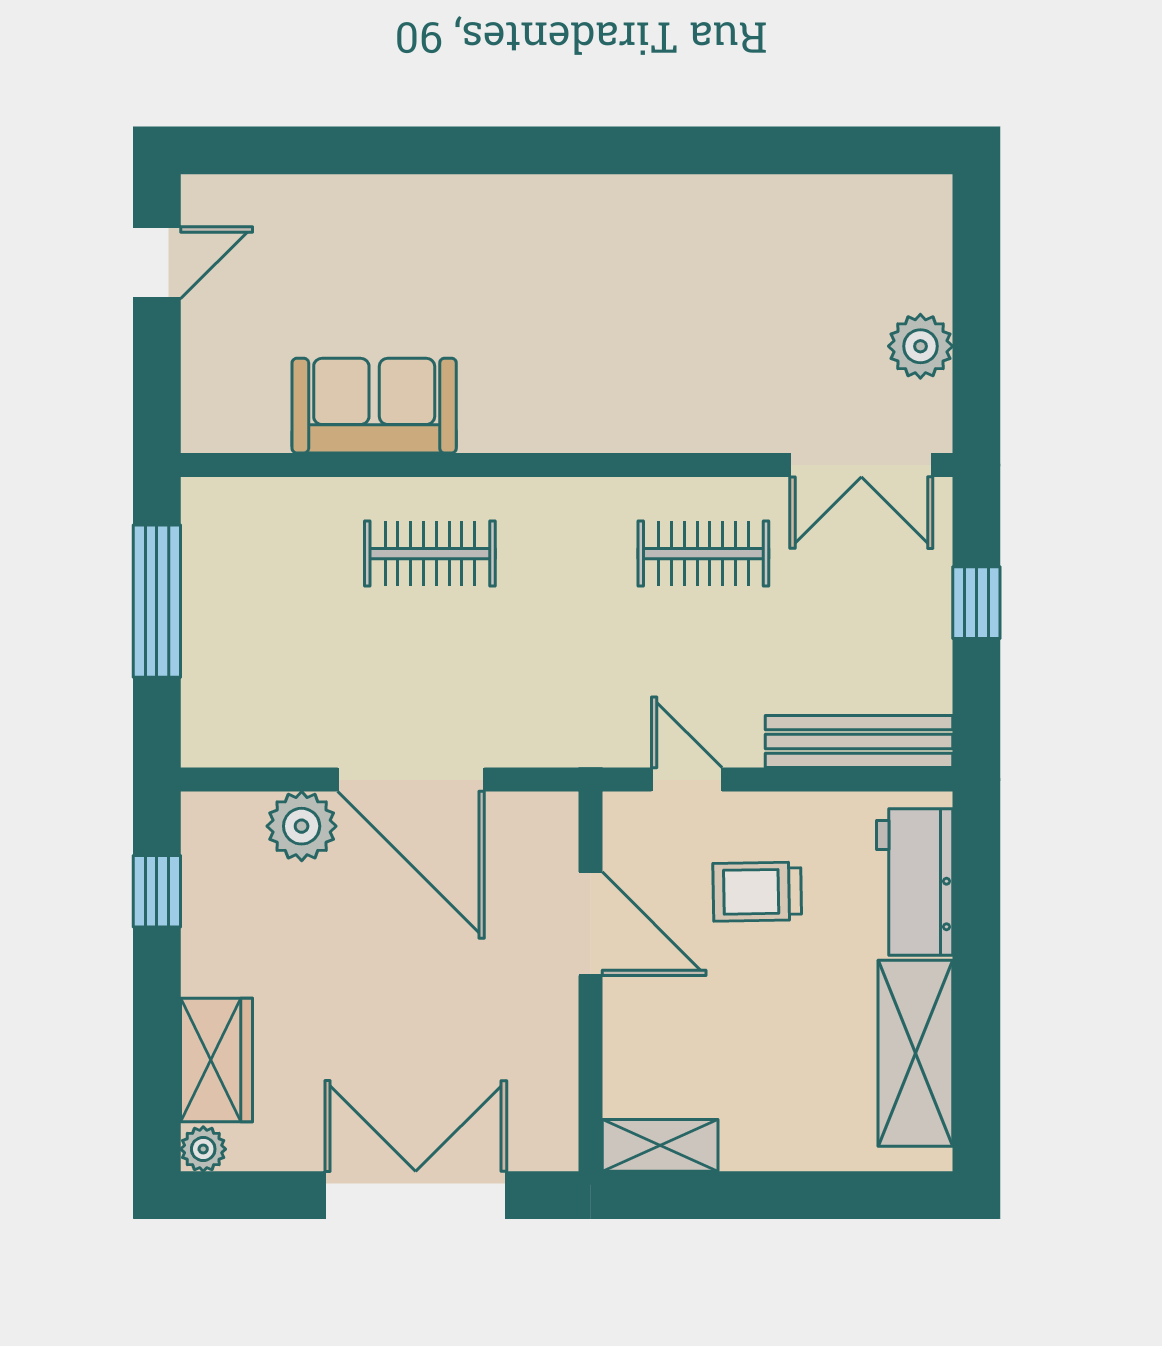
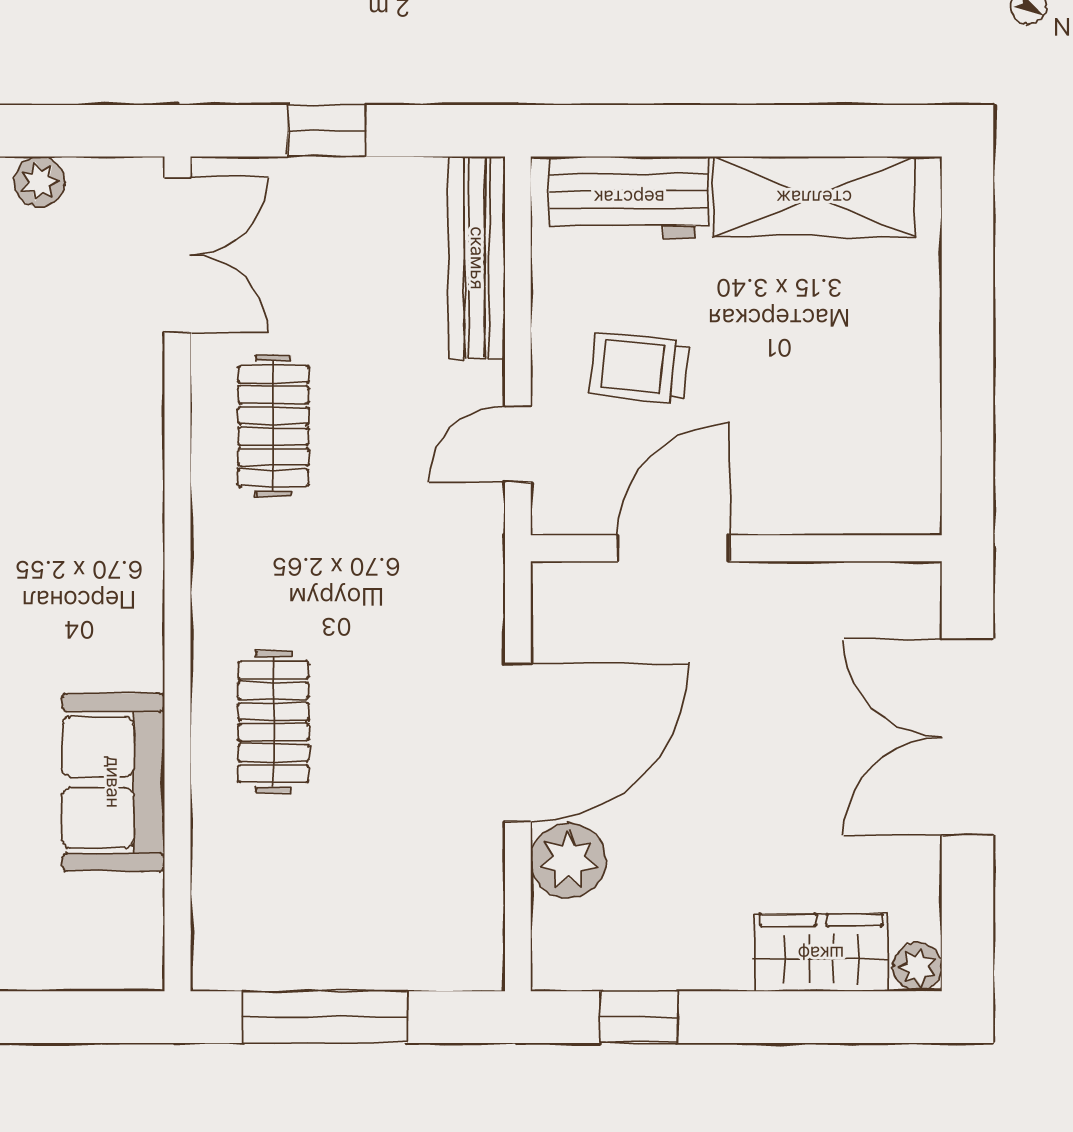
plant: (920, 346) -> (40, 182), width x0.73, depth x0.73
trolley: (757, 892) -> (639, 368), turned 97
shelving: (660, 1145) -> (914, 473), removed

